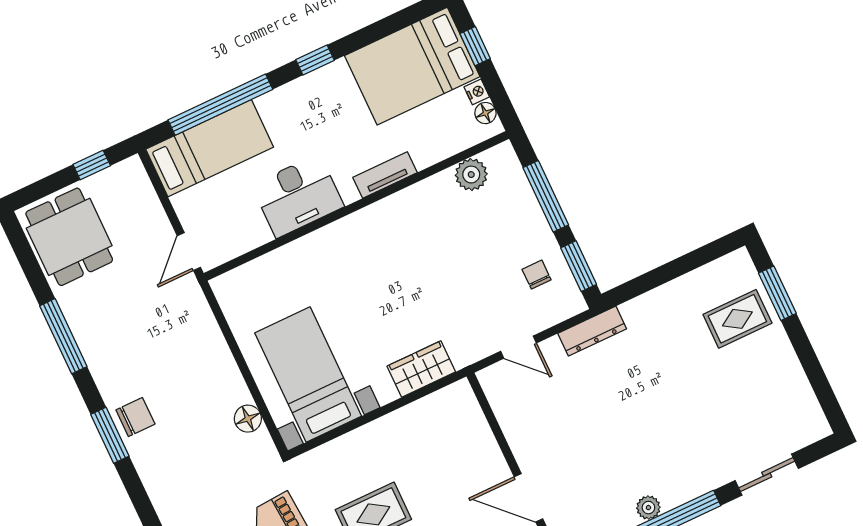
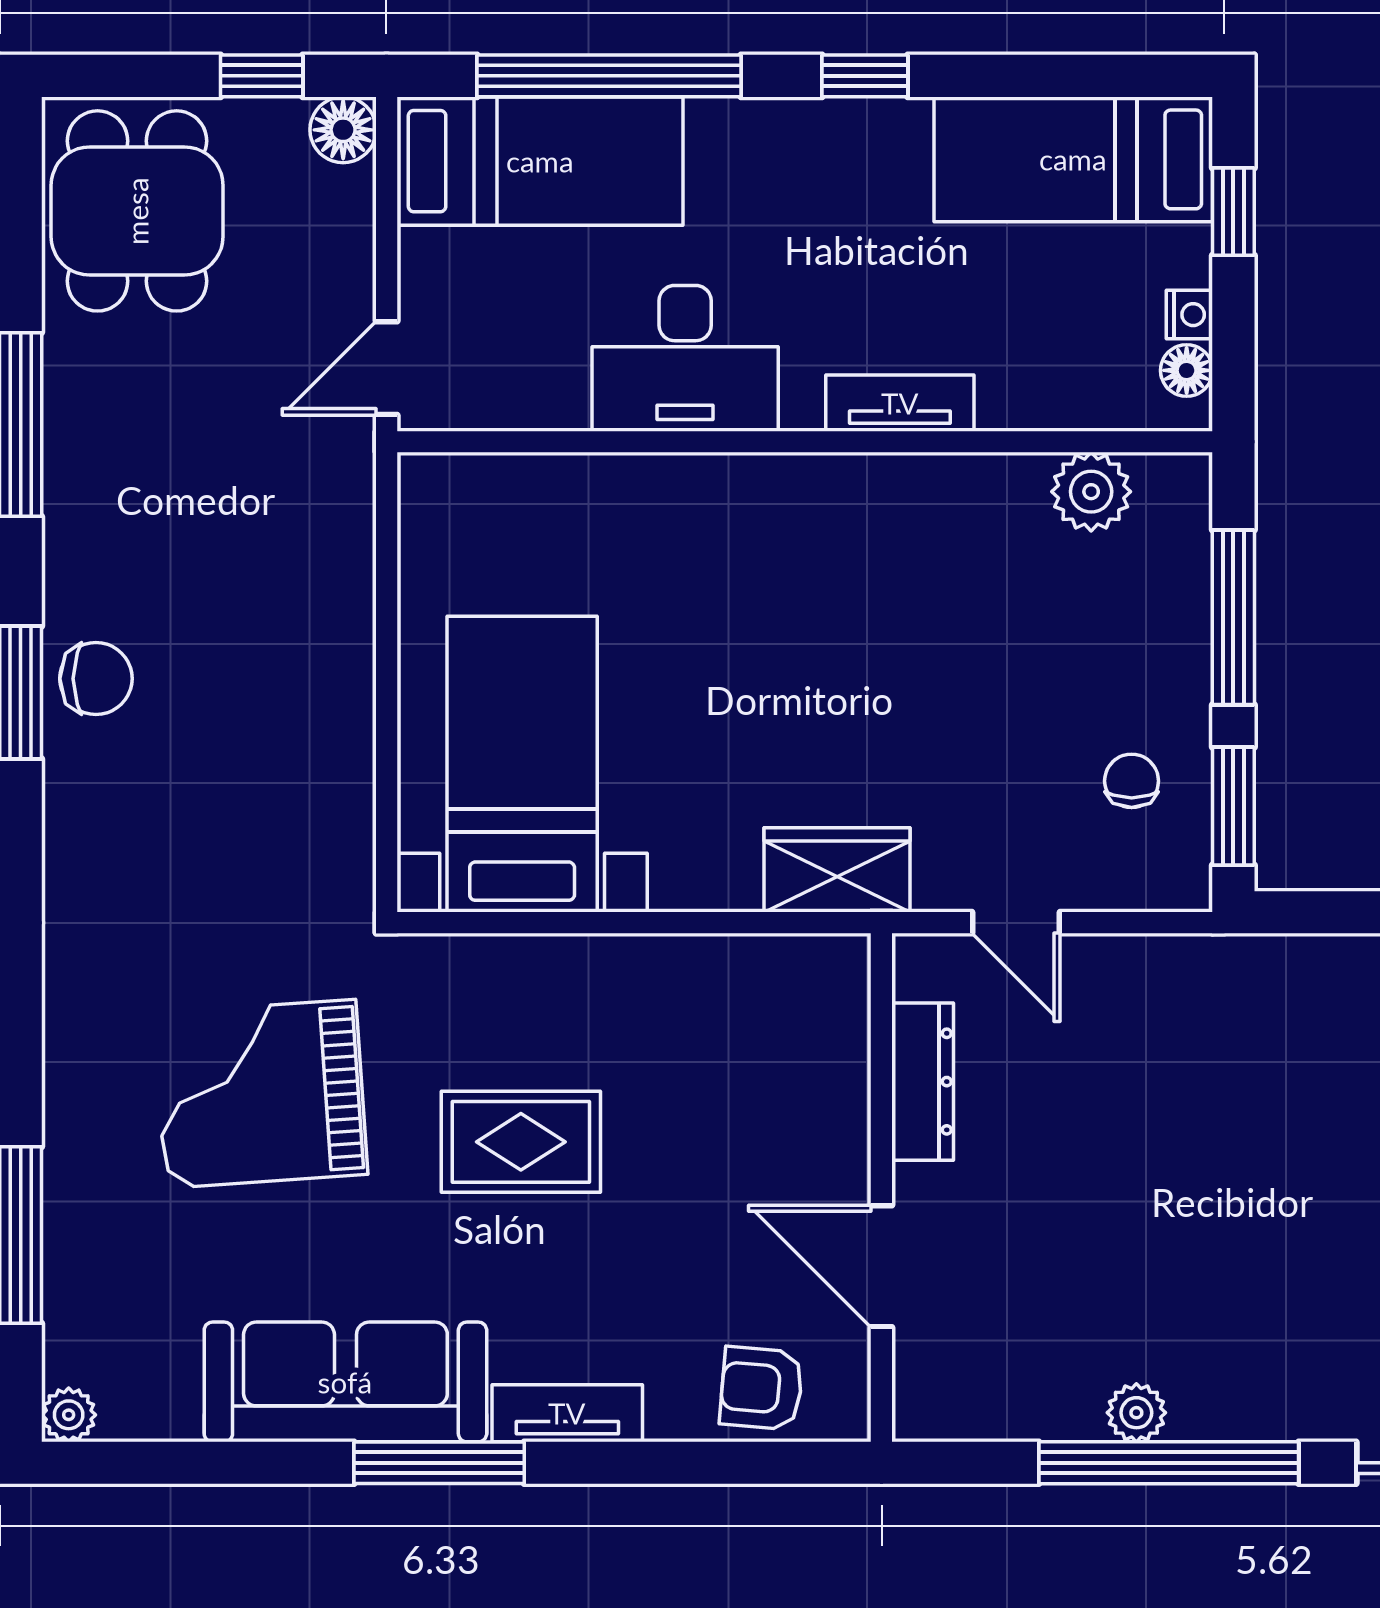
bed: (412, 66) -> (1073, 159), width x0.67
dresser: (592, 331) -> (923, 1082), moved, turned -90
wardrobe: (421, 369) -> (837, 870), moved
floor lamp: (248, 419) -> (343, 130), moved

